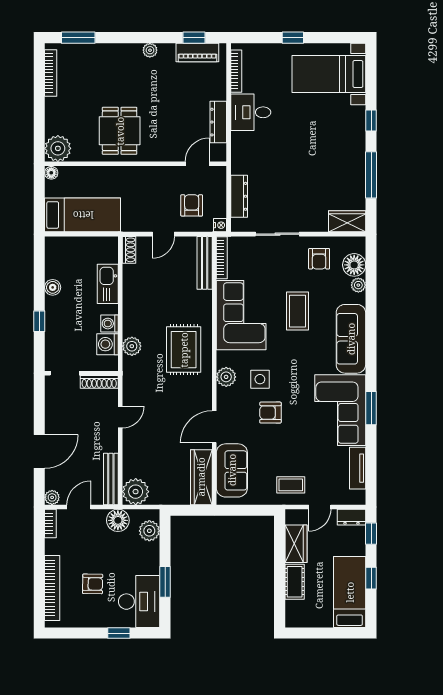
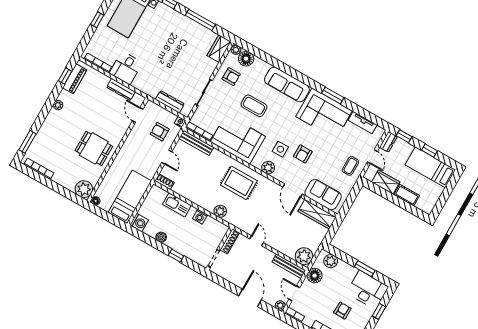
plant: (358, 285) -> (236, 50), moved
washing machine: (107, 344) -> (139, 223), moved, turned -90

